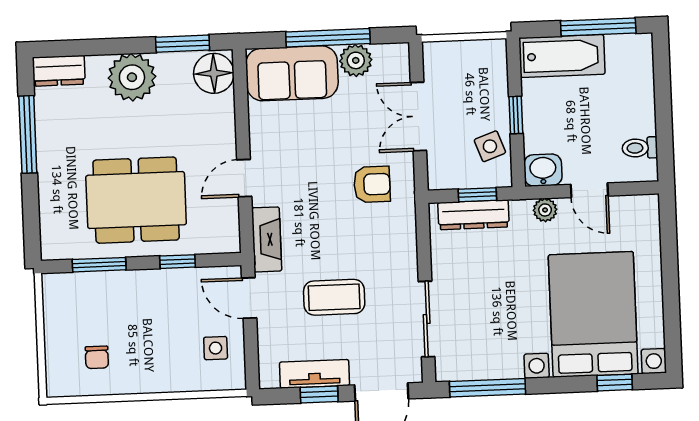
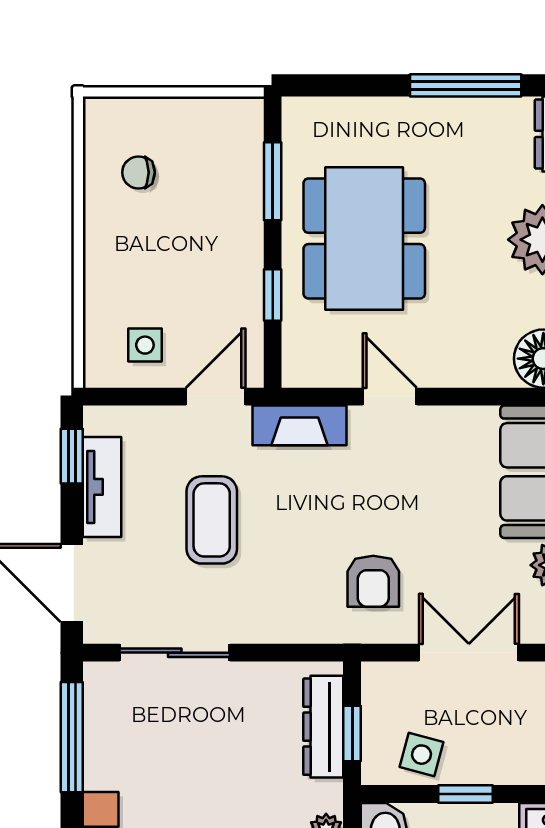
side table: (490, 146) -> (422, 755), turned 35
window: (319, 394) -> (72, 456), moved

